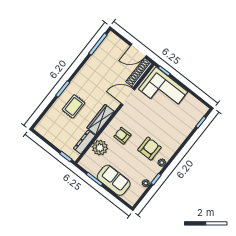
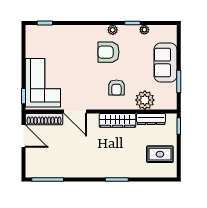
rug: (74, 106) -> (160, 154), moved

